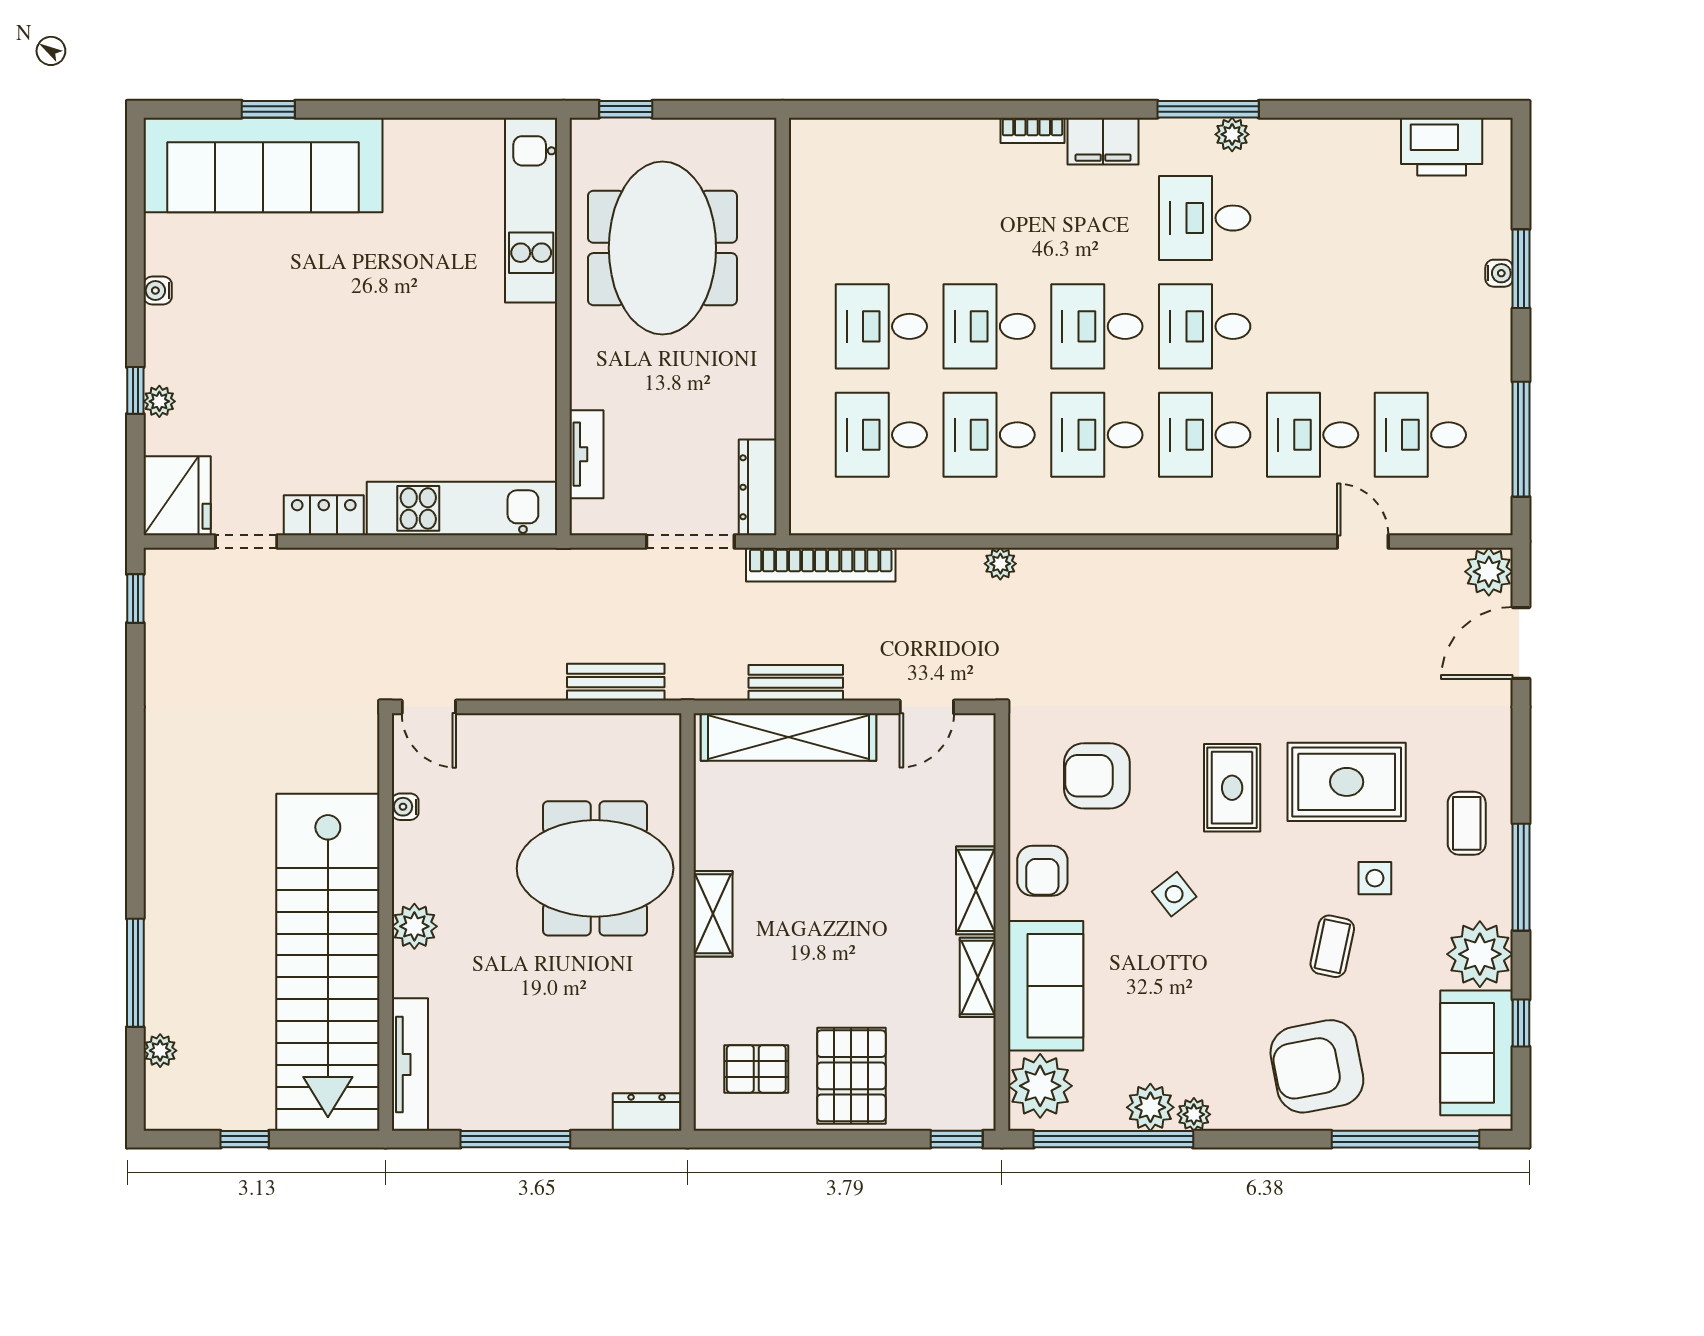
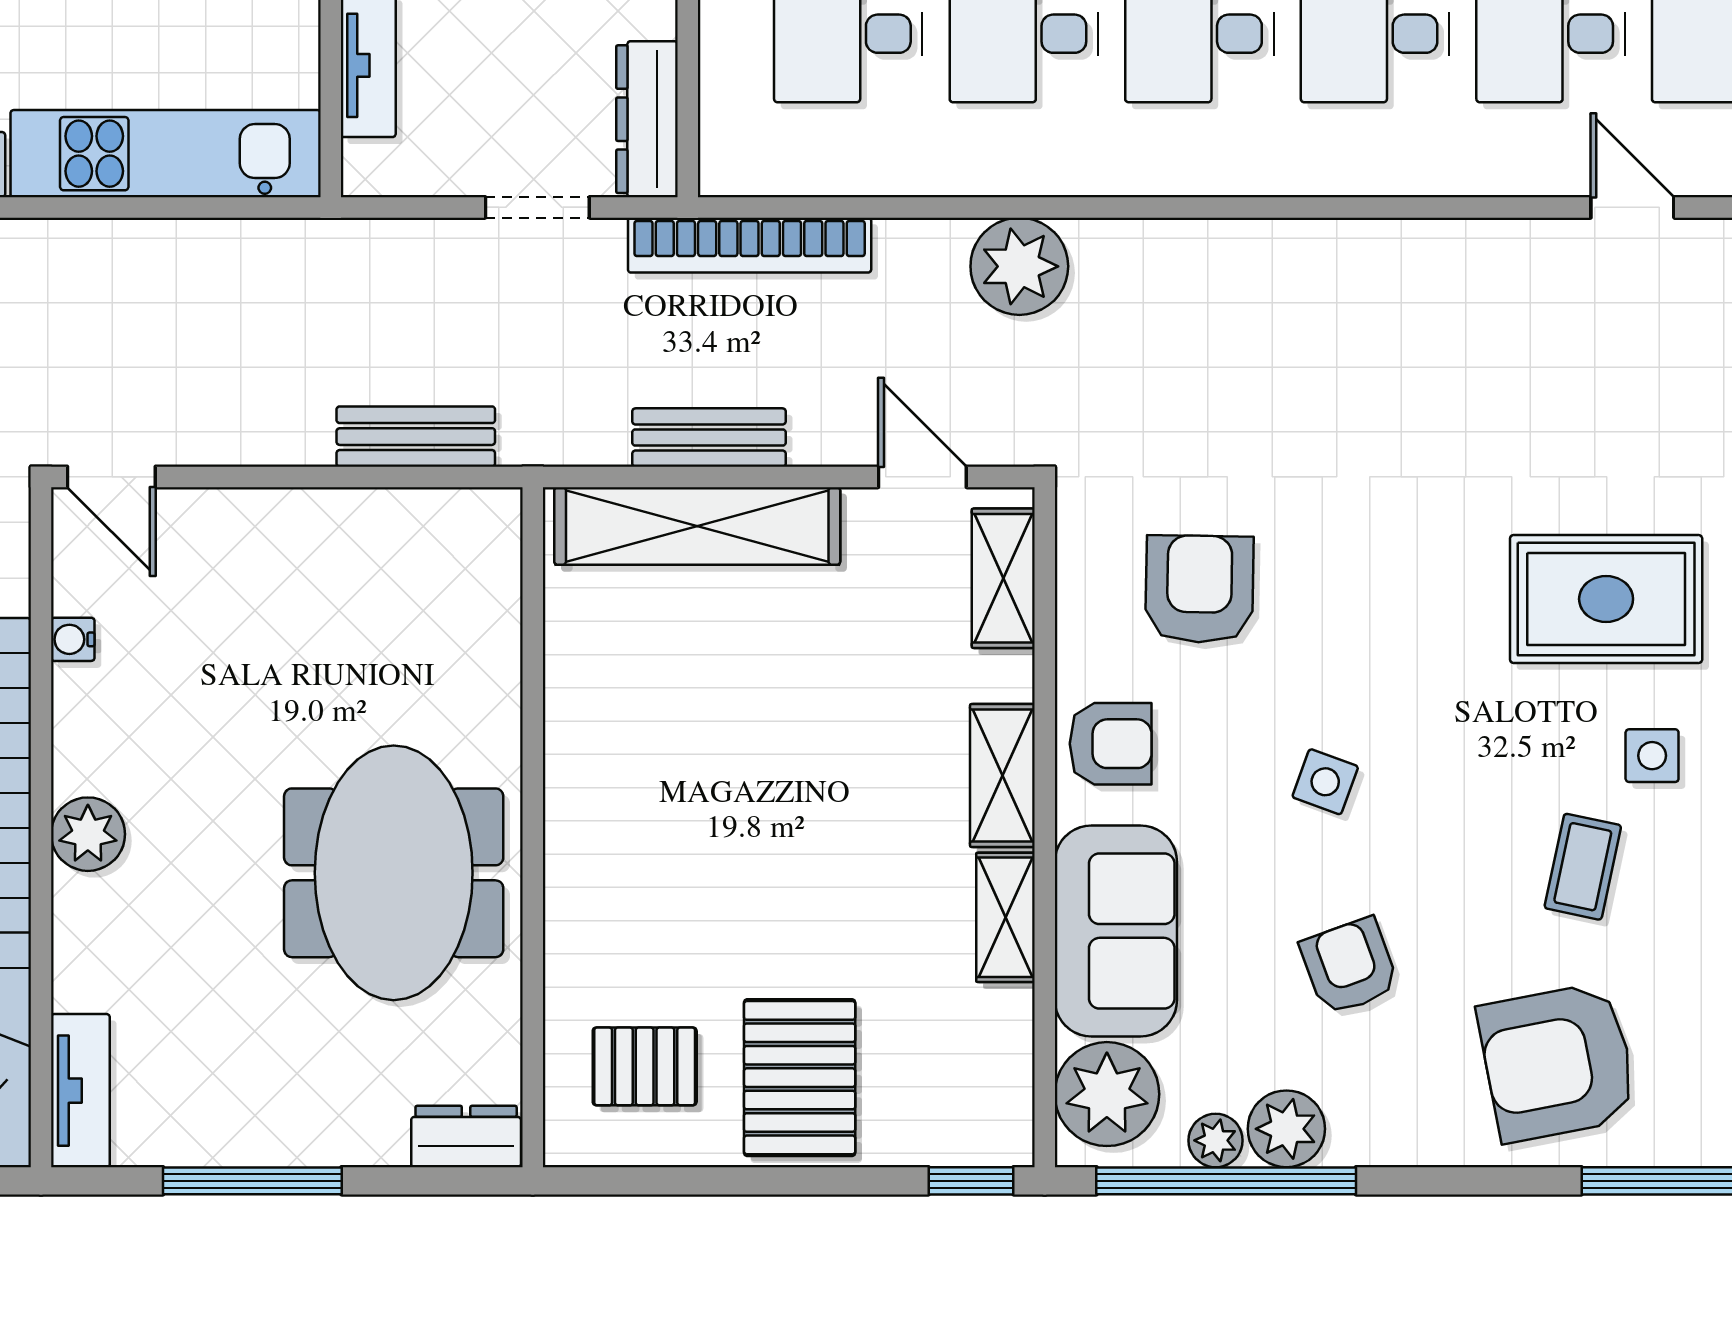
doorway: (690, 541) -> (537, 207), width x0.73
plant: (1000, 564) -> (1019, 266), width x1.88, depth x1.88
door: (927, 707) -> (922, 477), swing flipped
armchair: (1097, 776) -> (1199, 589), turned 91
rug: (1232, 788) -> (1420, 608), removed
meeting table: (595, 868) -> (394, 873), moved, turned 90
armchair: (1042, 871) -> (1111, 744), turned -90
side table: (1174, 894) -> (1325, 782), turned -32
shelving: (713, 914) -> (1003, 578), moved
armchair: (1189, 1007) -> (1349, 966), added
tv unit: (410, 1065) -> (80, 1091), width x0.71
plant: (1194, 1114) -> (1216, 1140), moved

